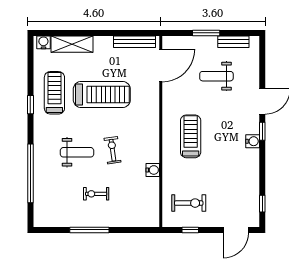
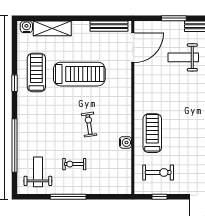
treadmill: (191, 136) -> (152, 133), moved
weight bench: (77, 152) -> (38, 172), moved, turned -90

